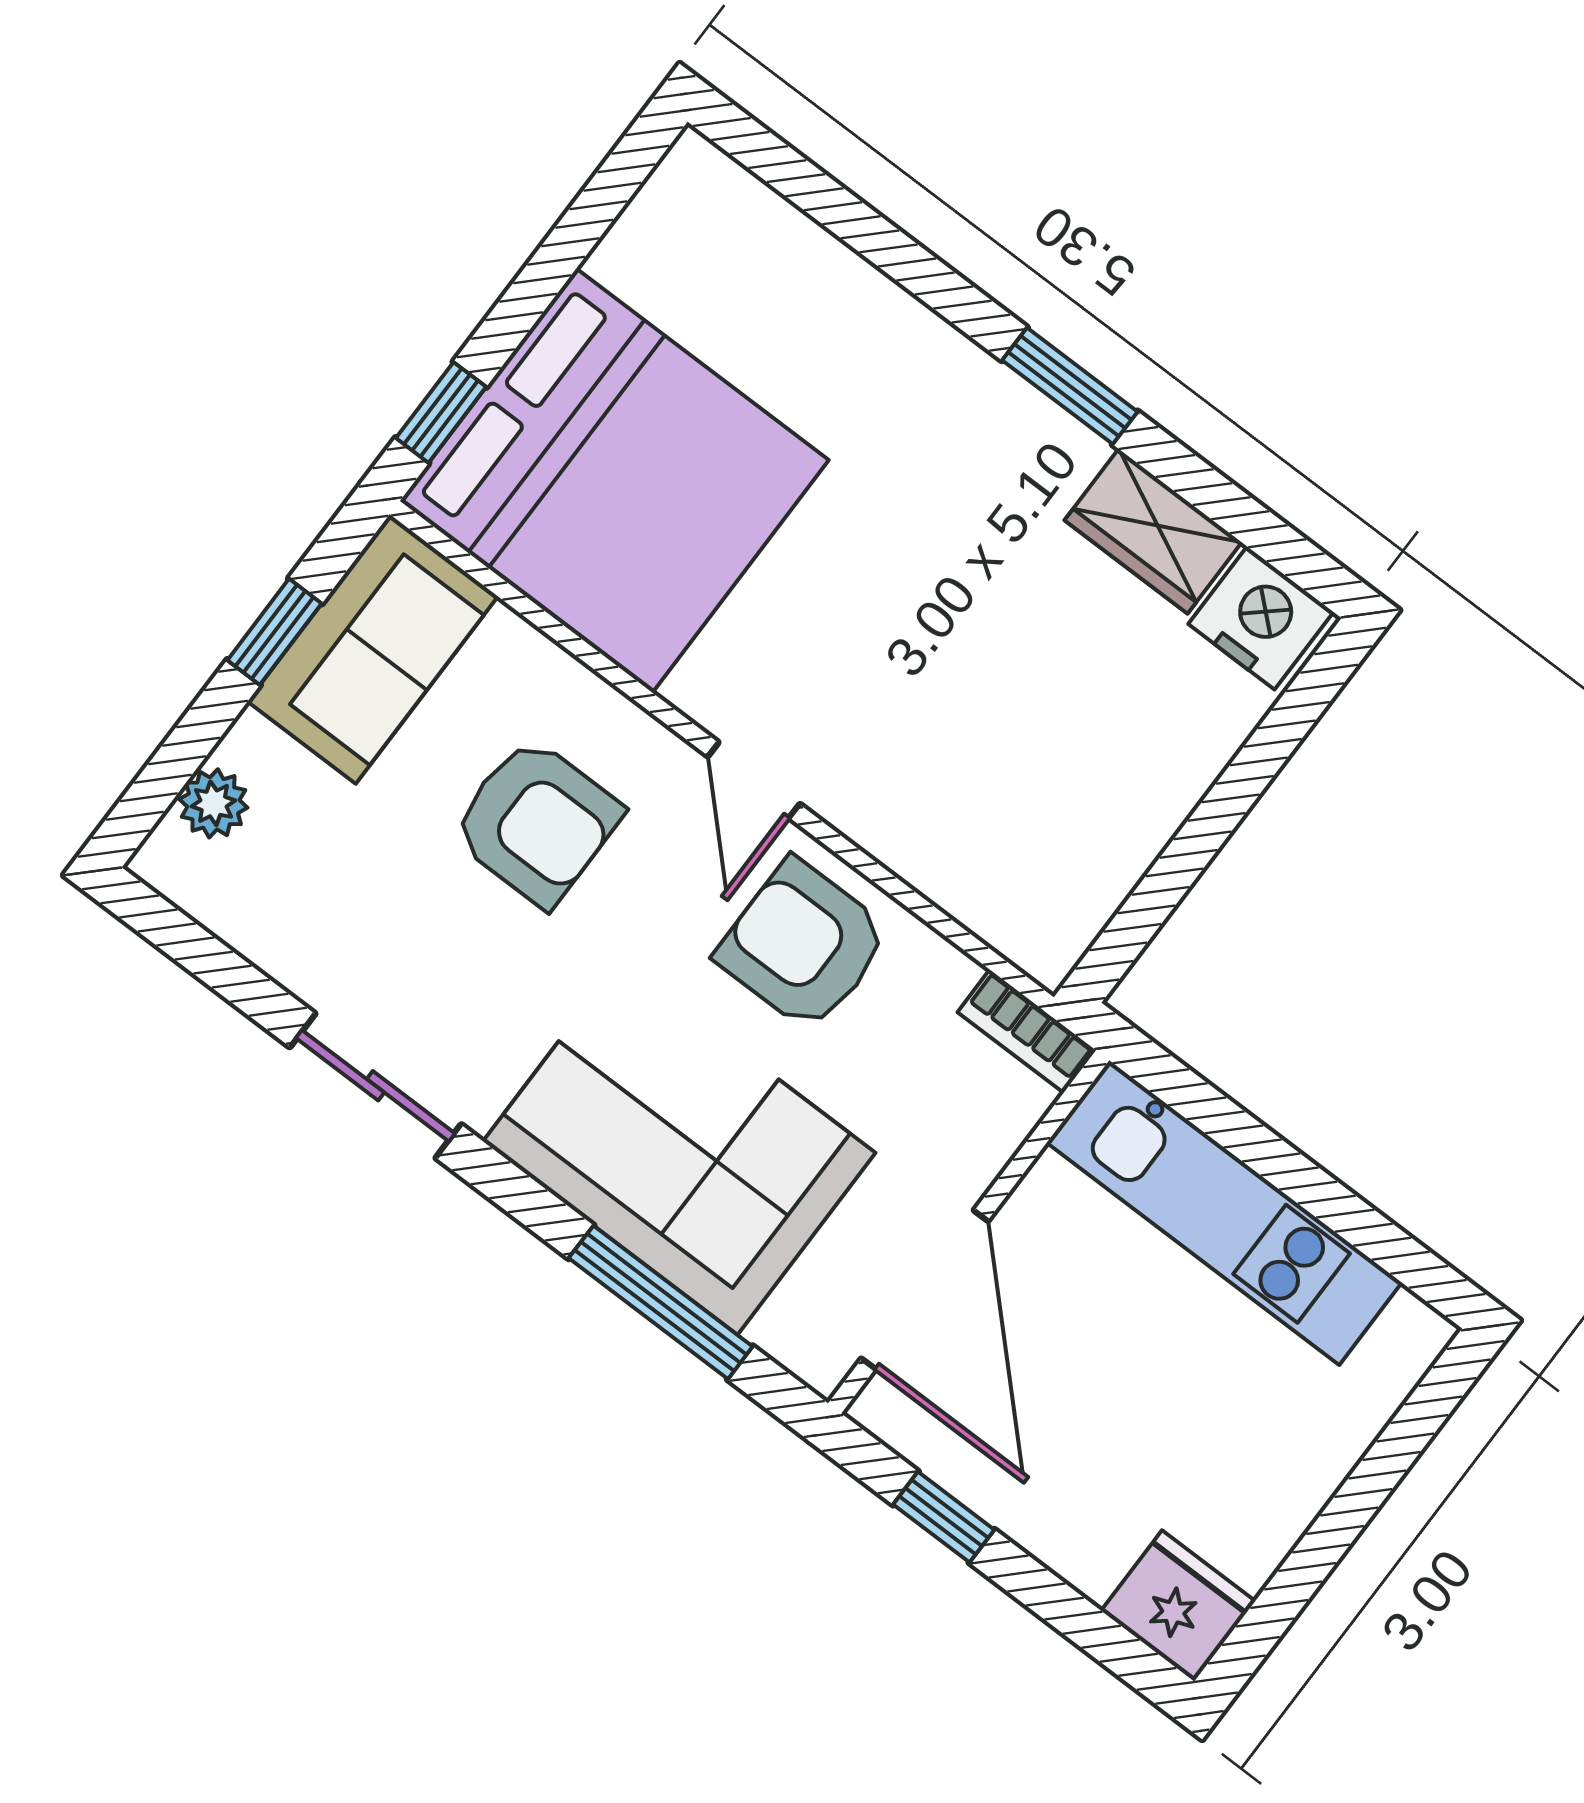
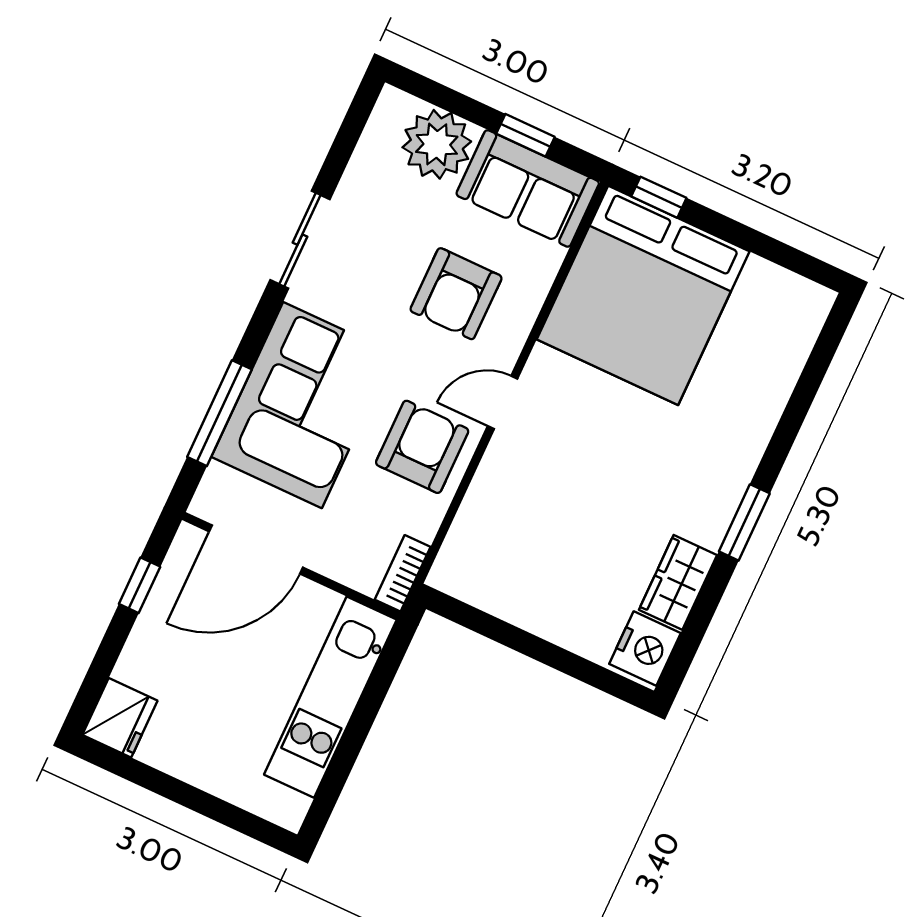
plant: (213, 803) -> (437, 144), width x1.88, depth x1.88

